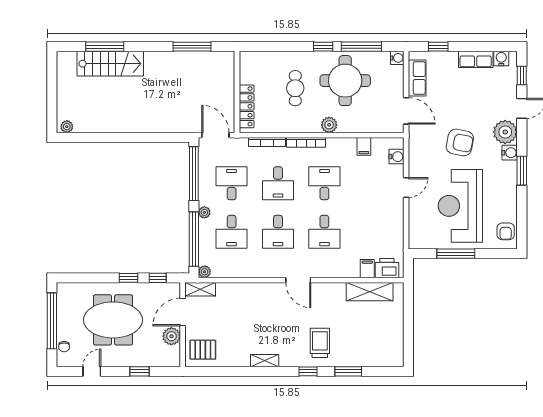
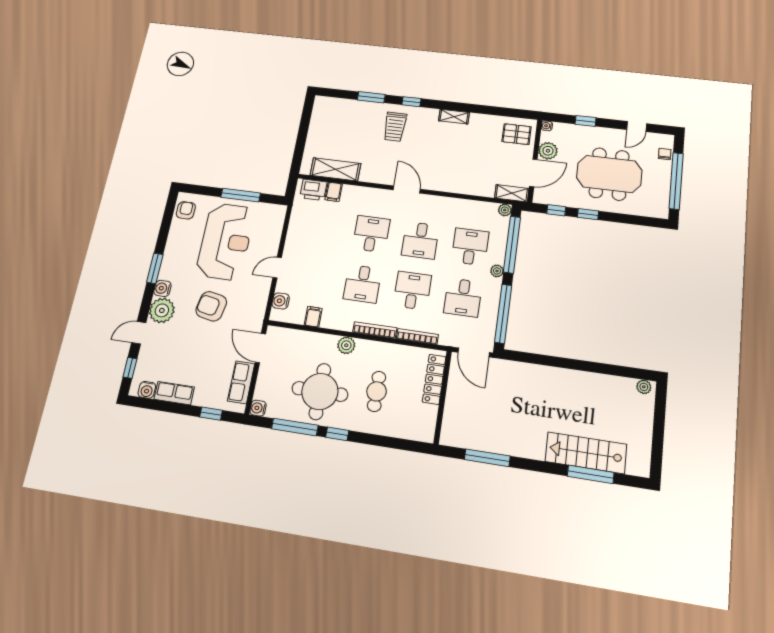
desk: (278, 232) -> (420, 240), turned 180
water cooler: (175, 362) -> (547, 126), added

